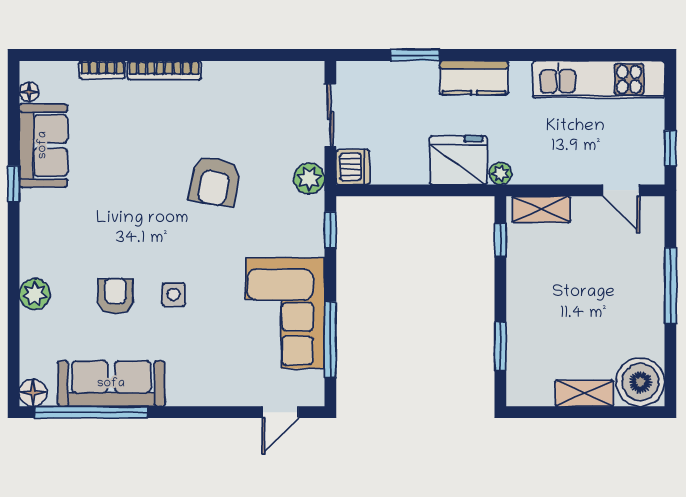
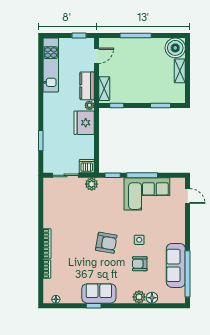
kitchen counter: (474, 78) -> (87, 86), moved, turned 180
sofa: (43, 145) -> (99, 293), moved
armchair: (215, 181) -> (106, 243), moved
window: (330, 340) -> (142, 175), moved
floor lamp: (33, 393) -> (152, 298), moved

